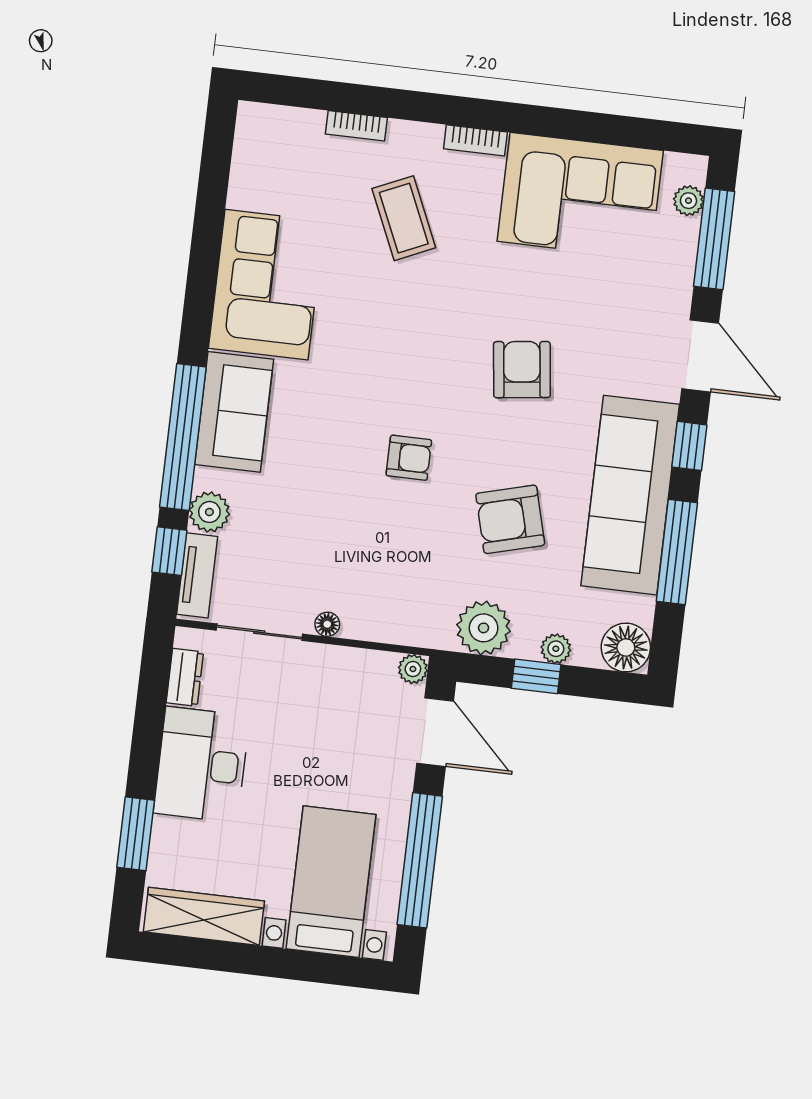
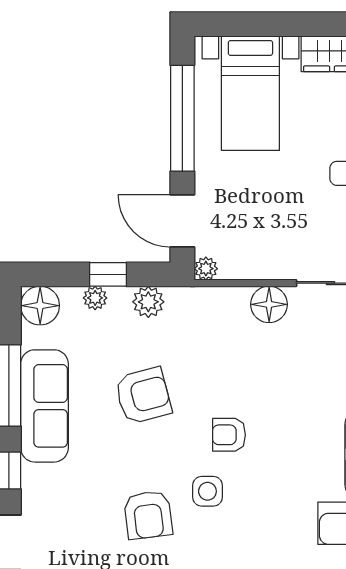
side table: (444, 390) -> (207, 491), added
sofa: (630, 495) -> (44, 406), width x0.74, depth x0.79
floor lamp: (327, 624) -> (269, 304), width x1.89, depth x1.89
plant: (484, 628) -> (148, 302), width x0.73, depth x0.73

